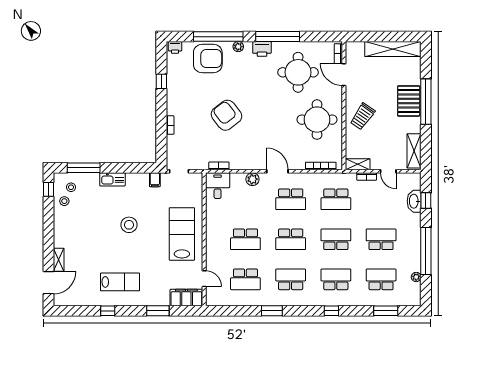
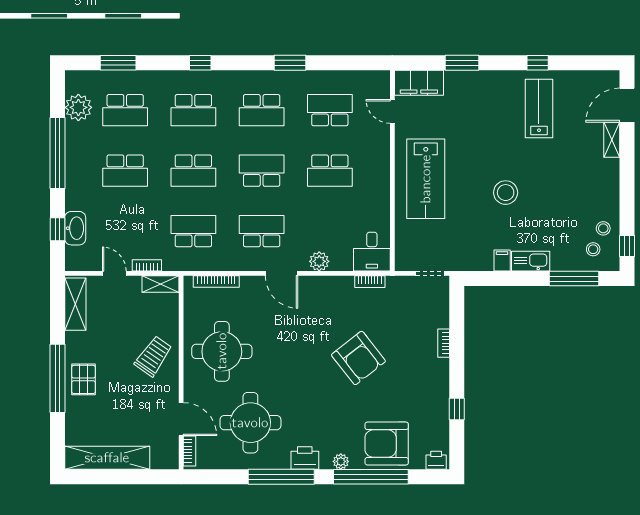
pallet: (409, 101) -> (83, 379), width x0.67, depth x0.71
filing cabinet: (155, 180) -> (502, 261), moved
school desk: (245, 239) -> (330, 171), turned 180
plant: (416, 277) -> (78, 107), width x1.88, depth x1.88
lab bench: (120, 282) -> (539, 108), moved, turned 90

